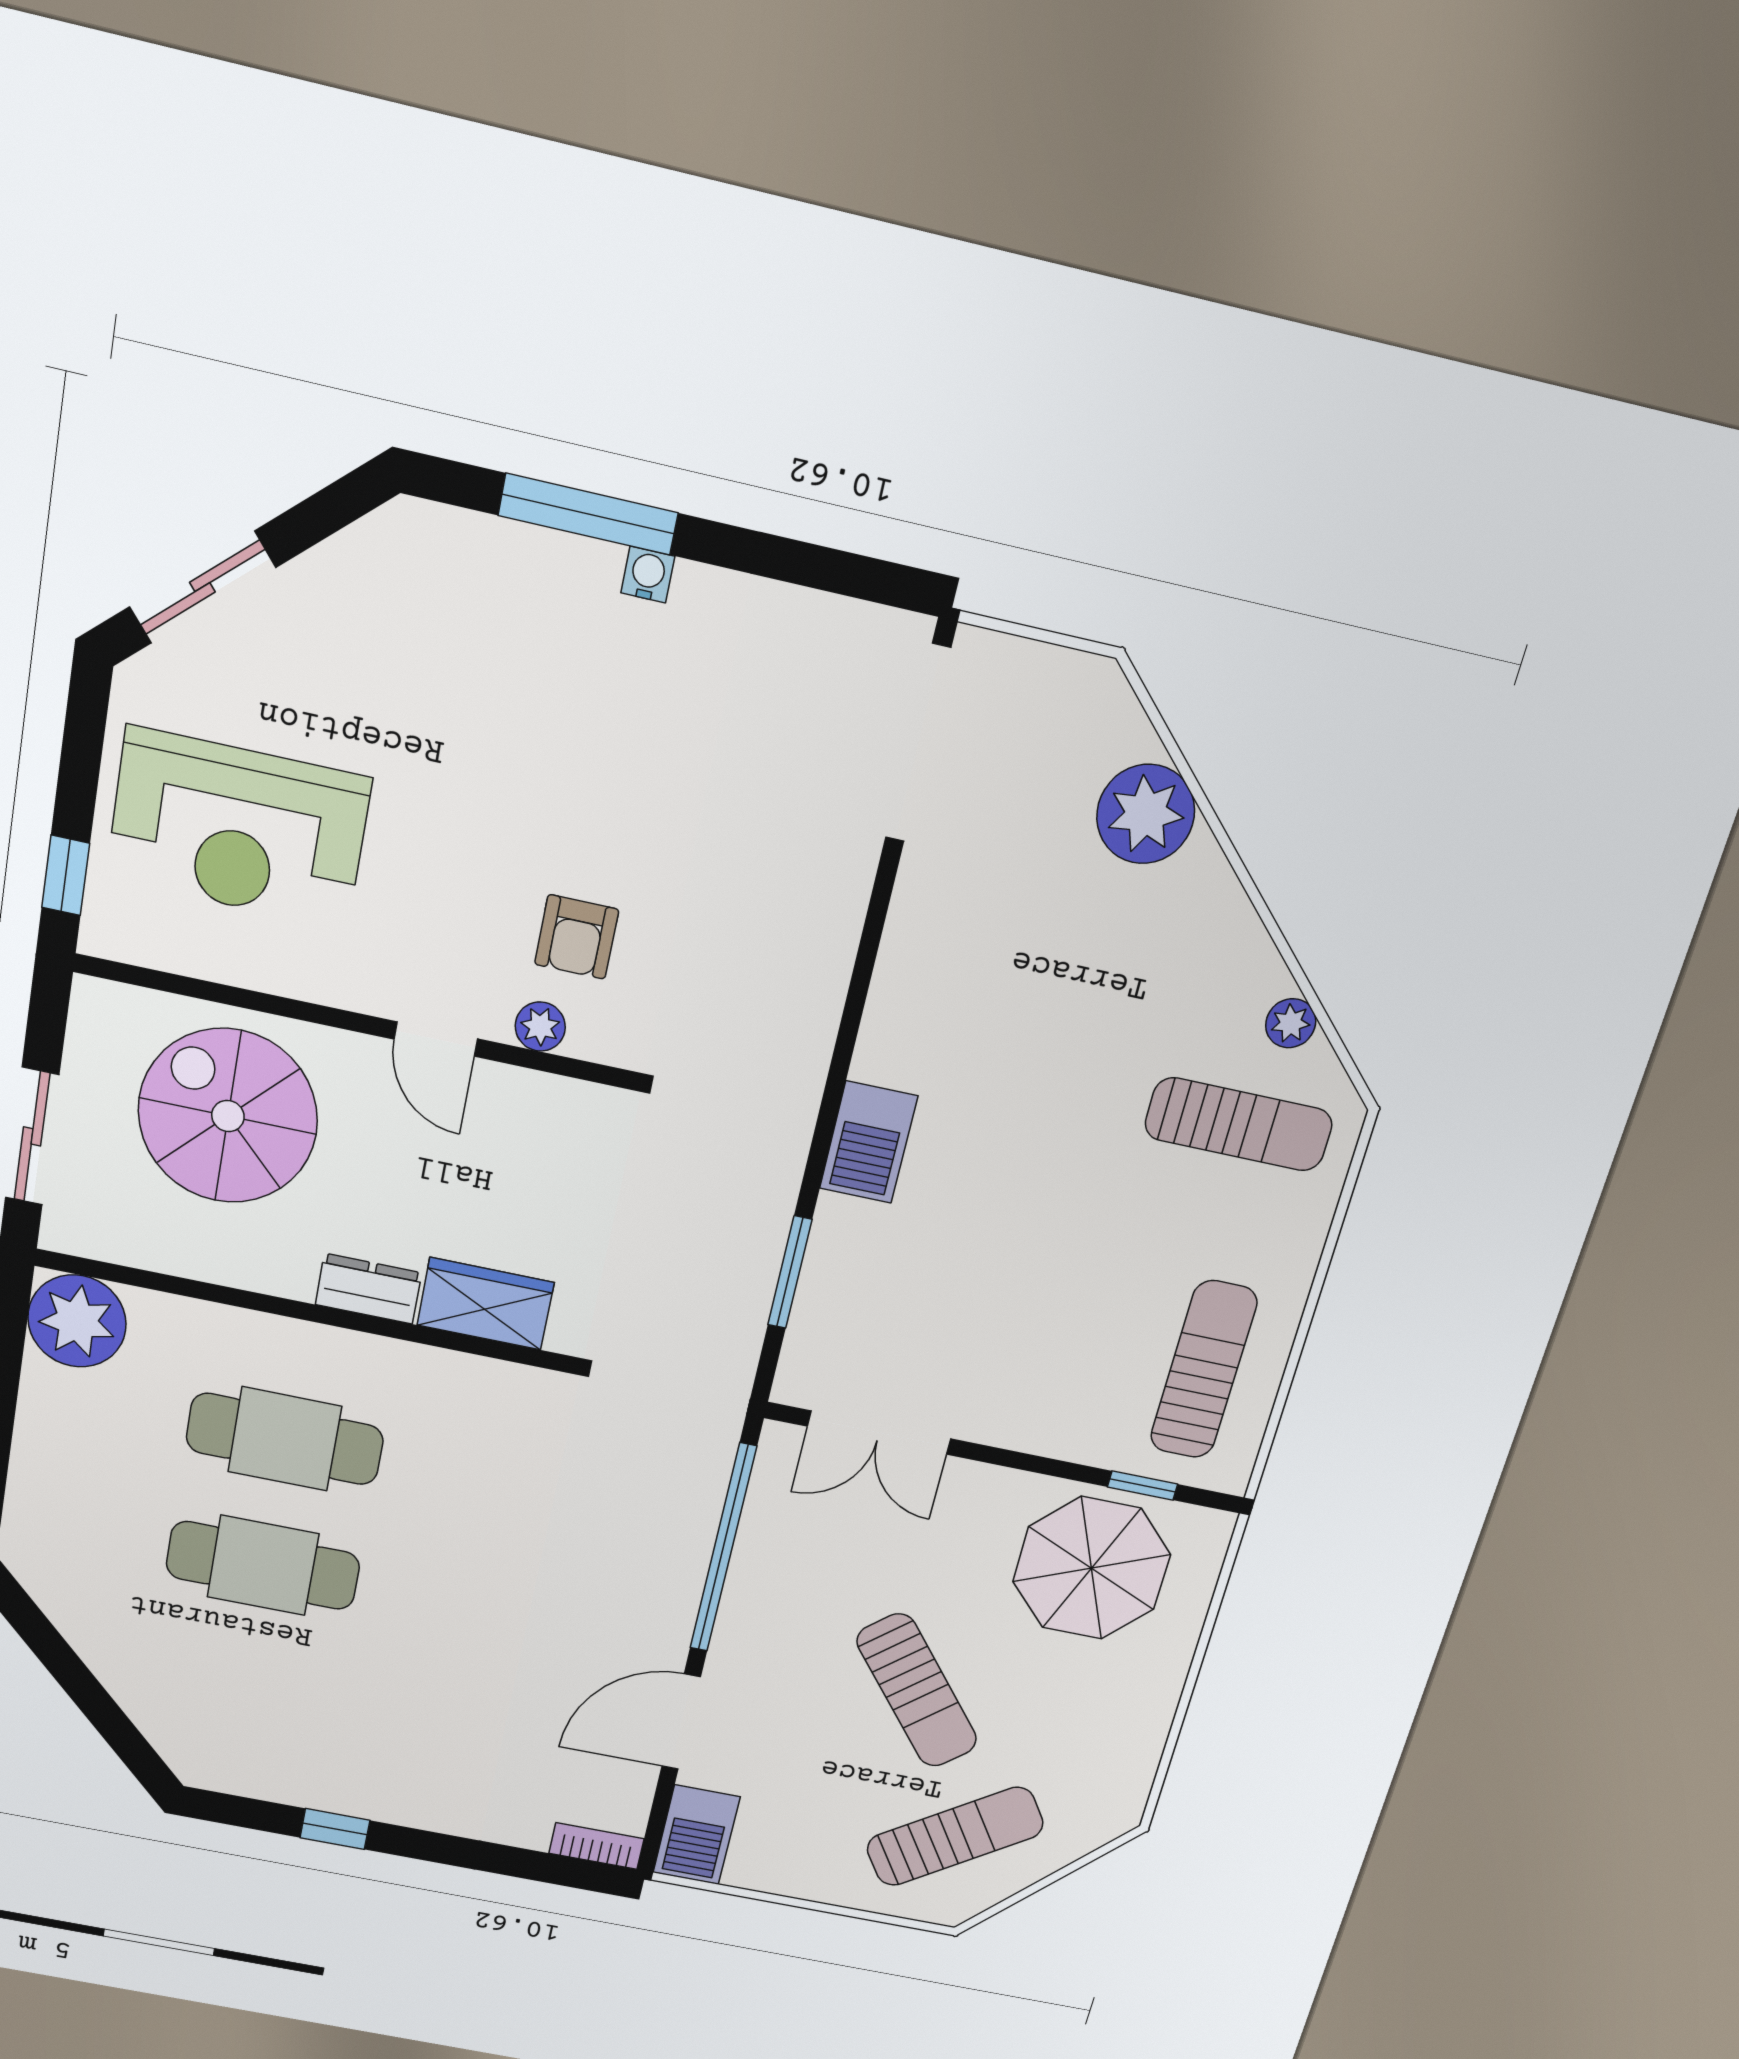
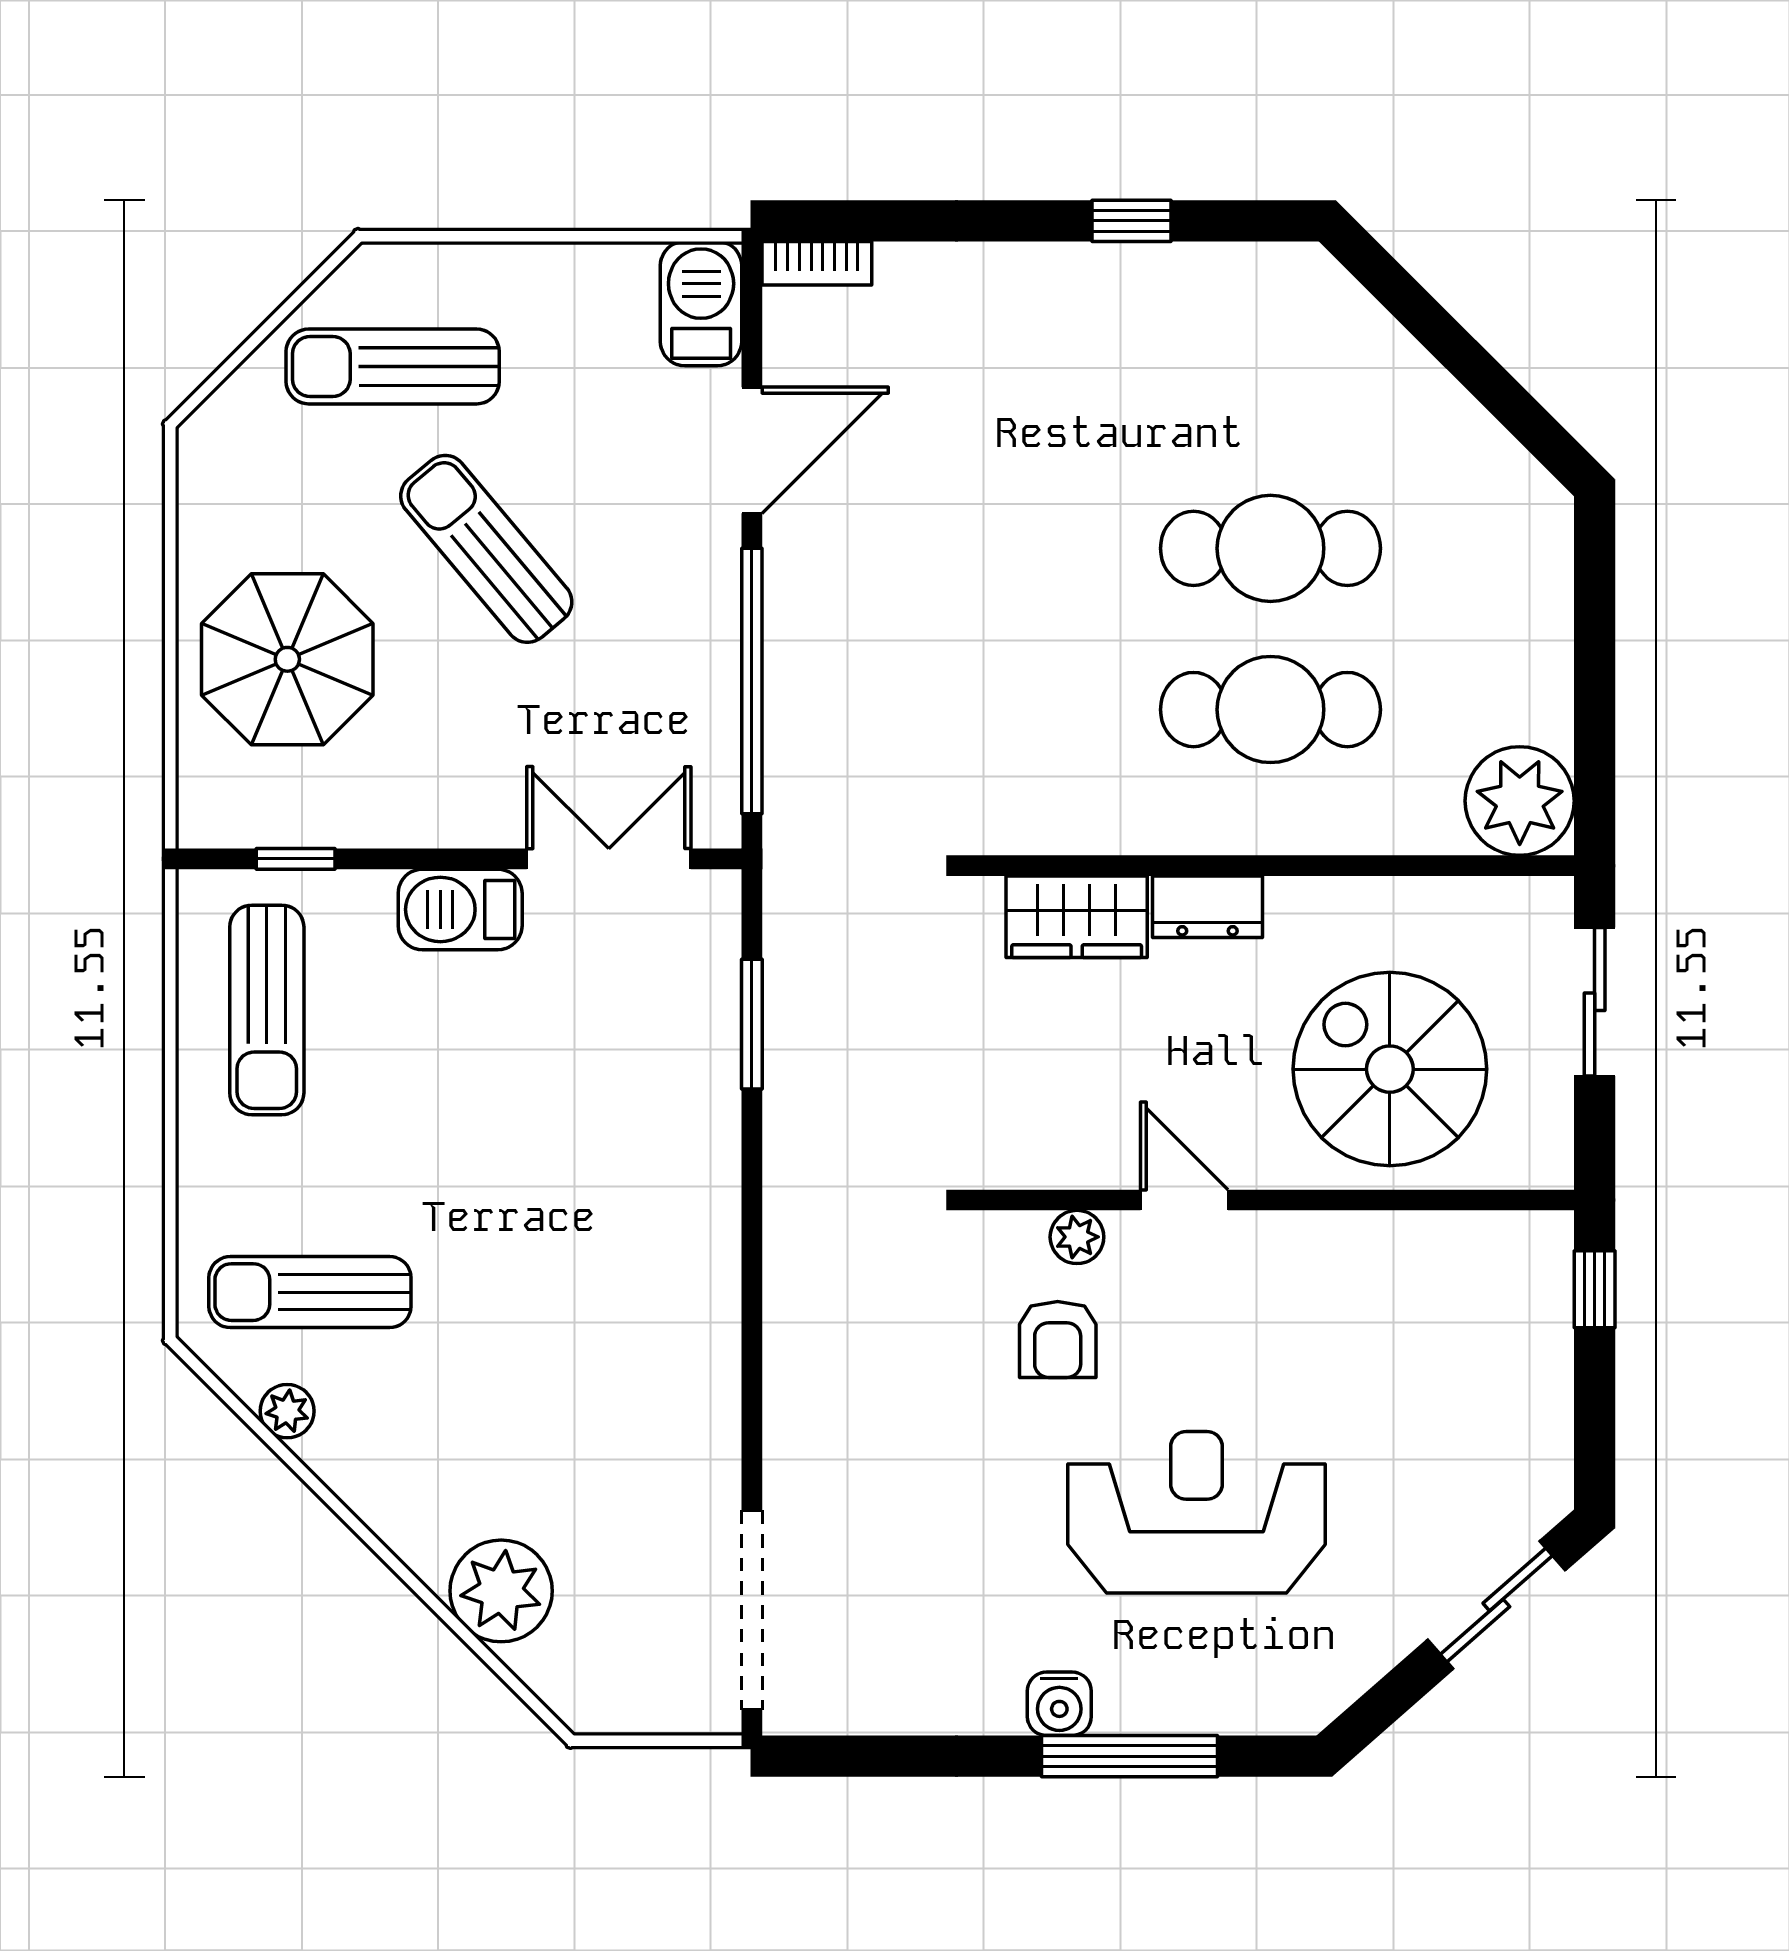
water cooler: (648, 575) -> (1059, 1704), width x1.38, depth x1.38
reception desk: (238, 828) -> (1196, 1512), moved
armchair: (577, 937) -> (1058, 1339), turned 180
spiral stairs: (228, 1116) -> (1390, 1069), turned 180
barbecue: (869, 1142) -> (460, 909), moved, turned -90
parasol: (1092, 1568) -> (287, 659), moved
sun lounger: (955, 1836) -> (393, 366), turned 34

